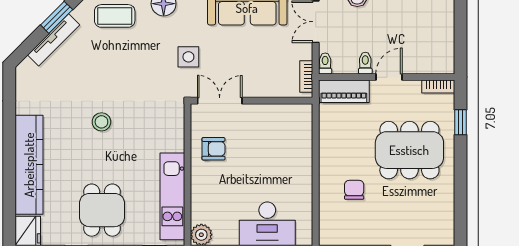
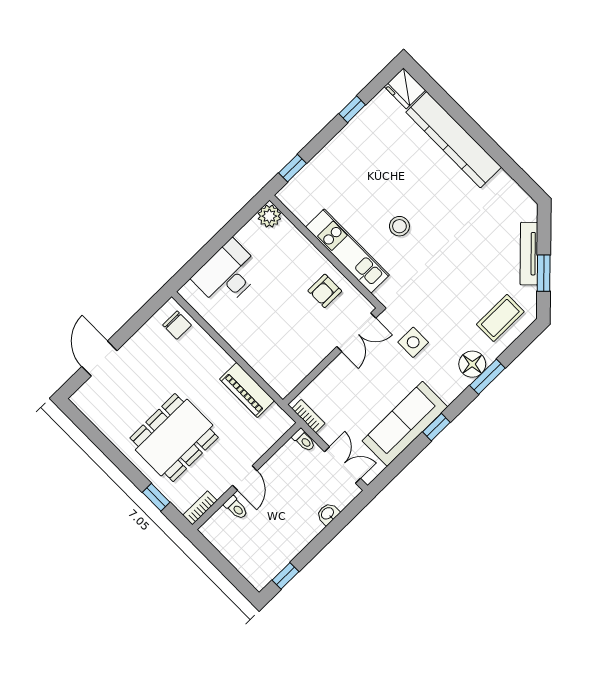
toilet: (365, 63) -> (236, 508), moved
piano: (344, 91) -> (247, 390), moved, turned -90
stool: (101, 122) -> (399, 226), moved
chair: (354, 190) -> (177, 325), moved
kitchen unit: (172, 196) -> (347, 251), moved
dining table: (102, 210) -> (364, 160), removed

